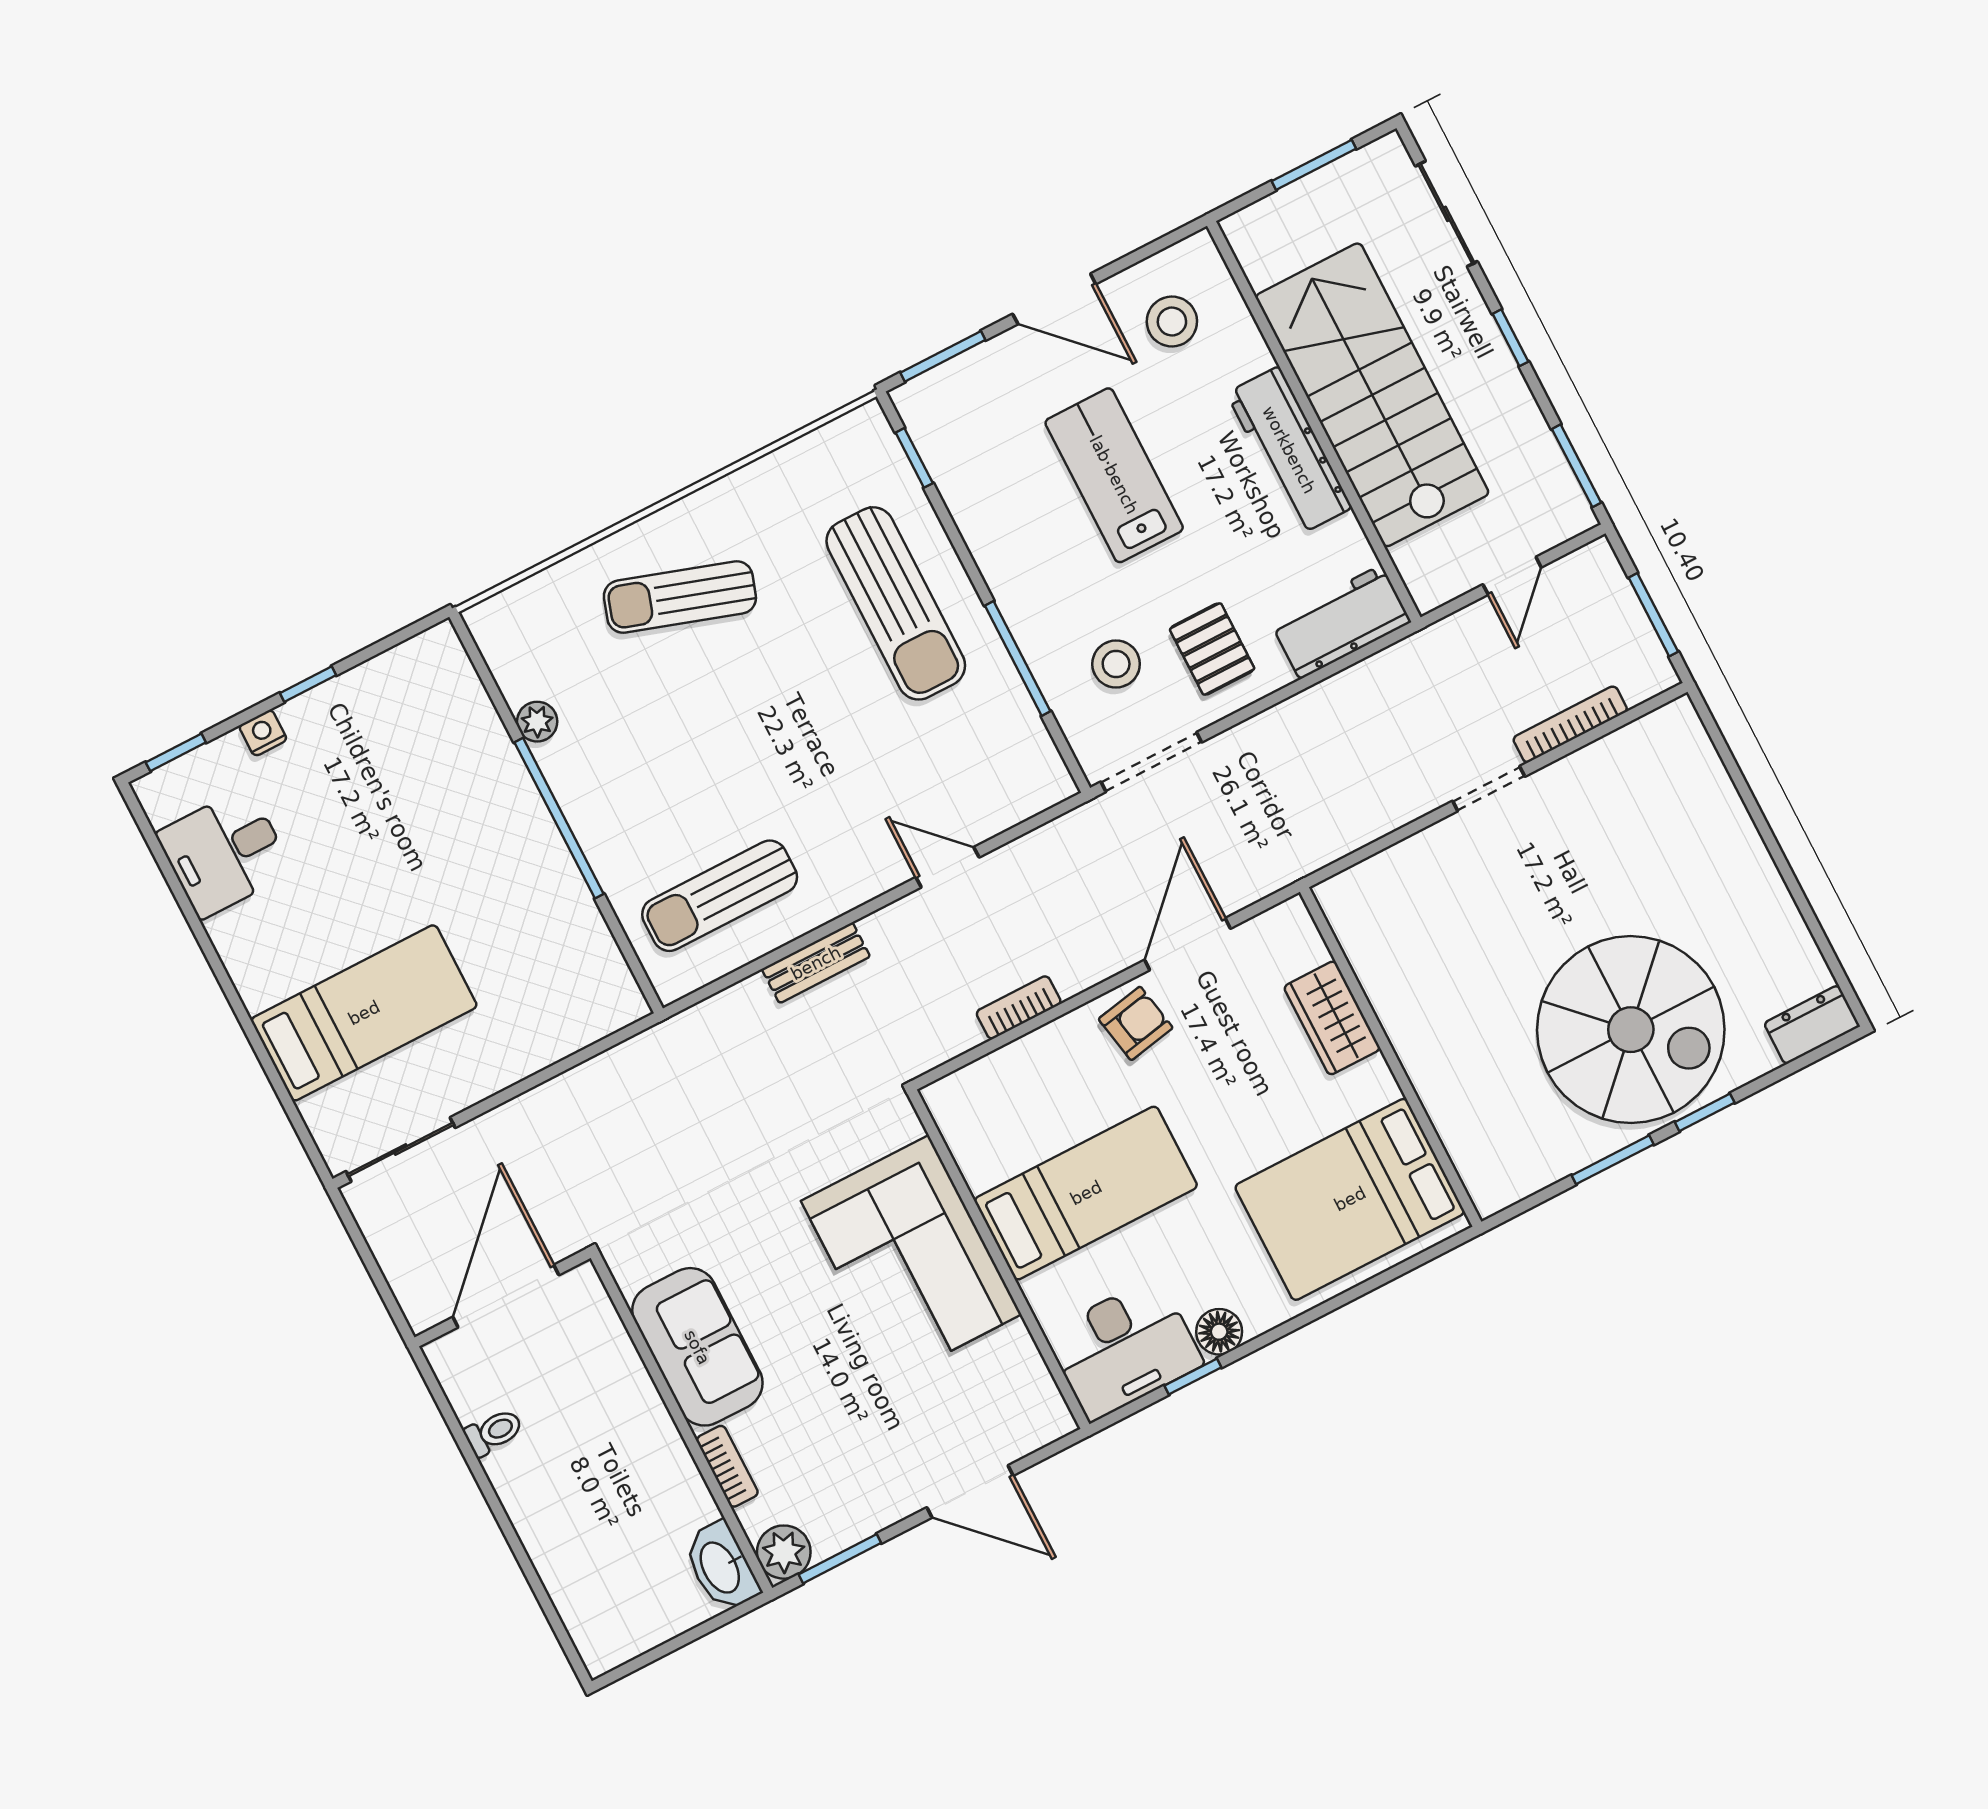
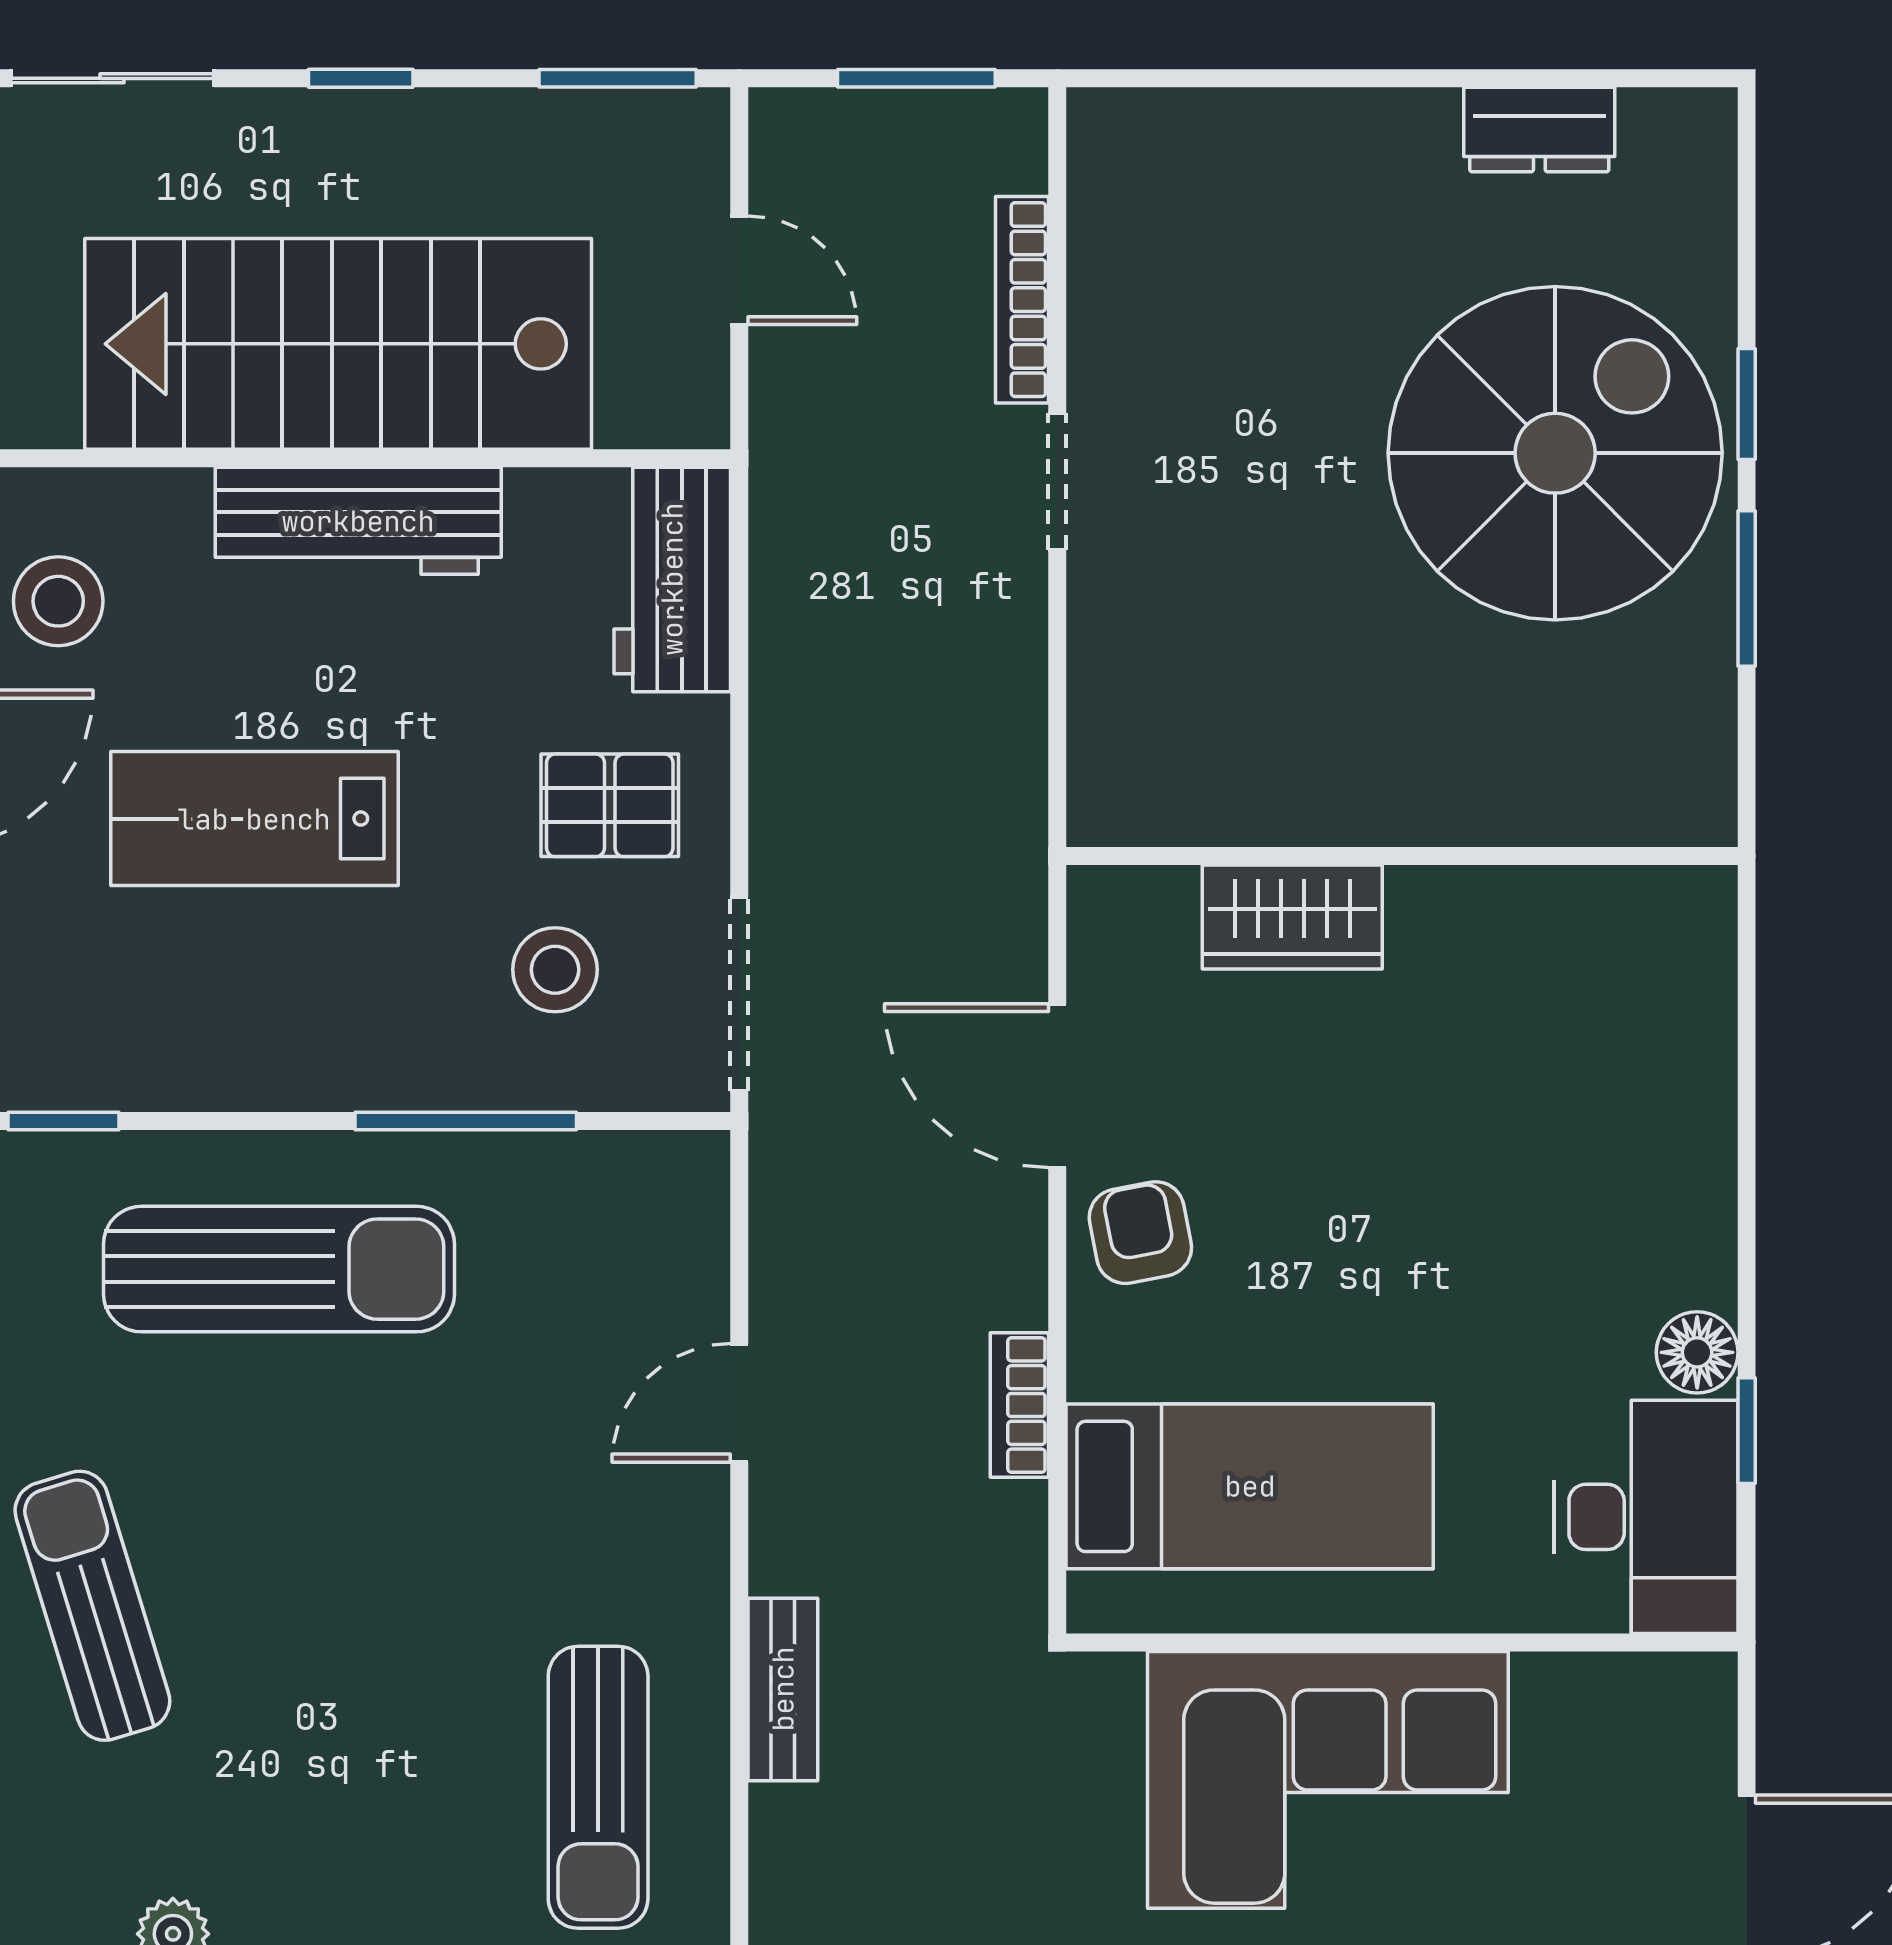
sun lounger: (680, 597) -> (92, 1606), turned 145
dresser: (1812, 1025) -> (1539, 130), moved, turned -90
bed: (1086, 1193) -> (1250, 1486), moved, turned 90
bed: (1350, 1199) -> (1594, 1037), removed

